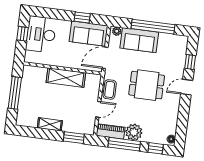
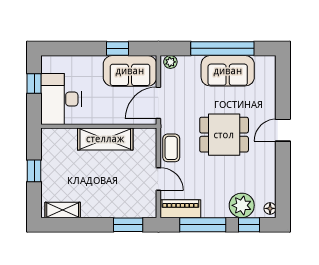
desk: (41, 34) -> (61, 99), moved
sofa: (139, 40) -> (228, 71), moved
window: (190, 62) -> (283, 93), removed
window: (15, 93) -> (34, 171), width x0.46
door: (98, 109) -> (158, 179), hinge flipped
shelving: (50, 124) -> (63, 210), moved
plant: (134, 132) -> (242, 205), moved

